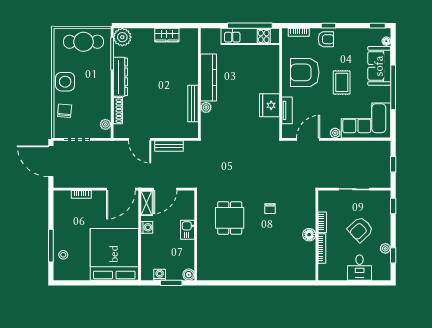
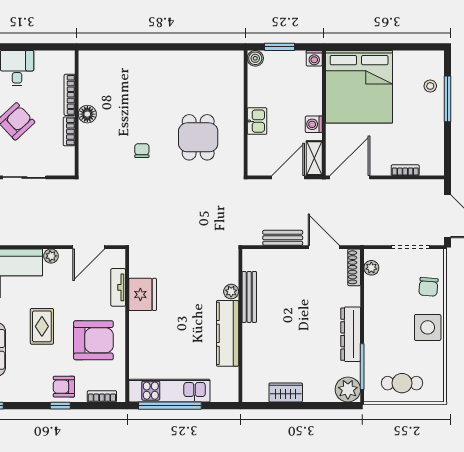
cafe table: (83, 42) -> (402, 383), width x0.73, depth x0.74
shoe rack: (118, 111) -> (354, 267), moved
washing machine: (160, 275) -> (314, 58), moved

